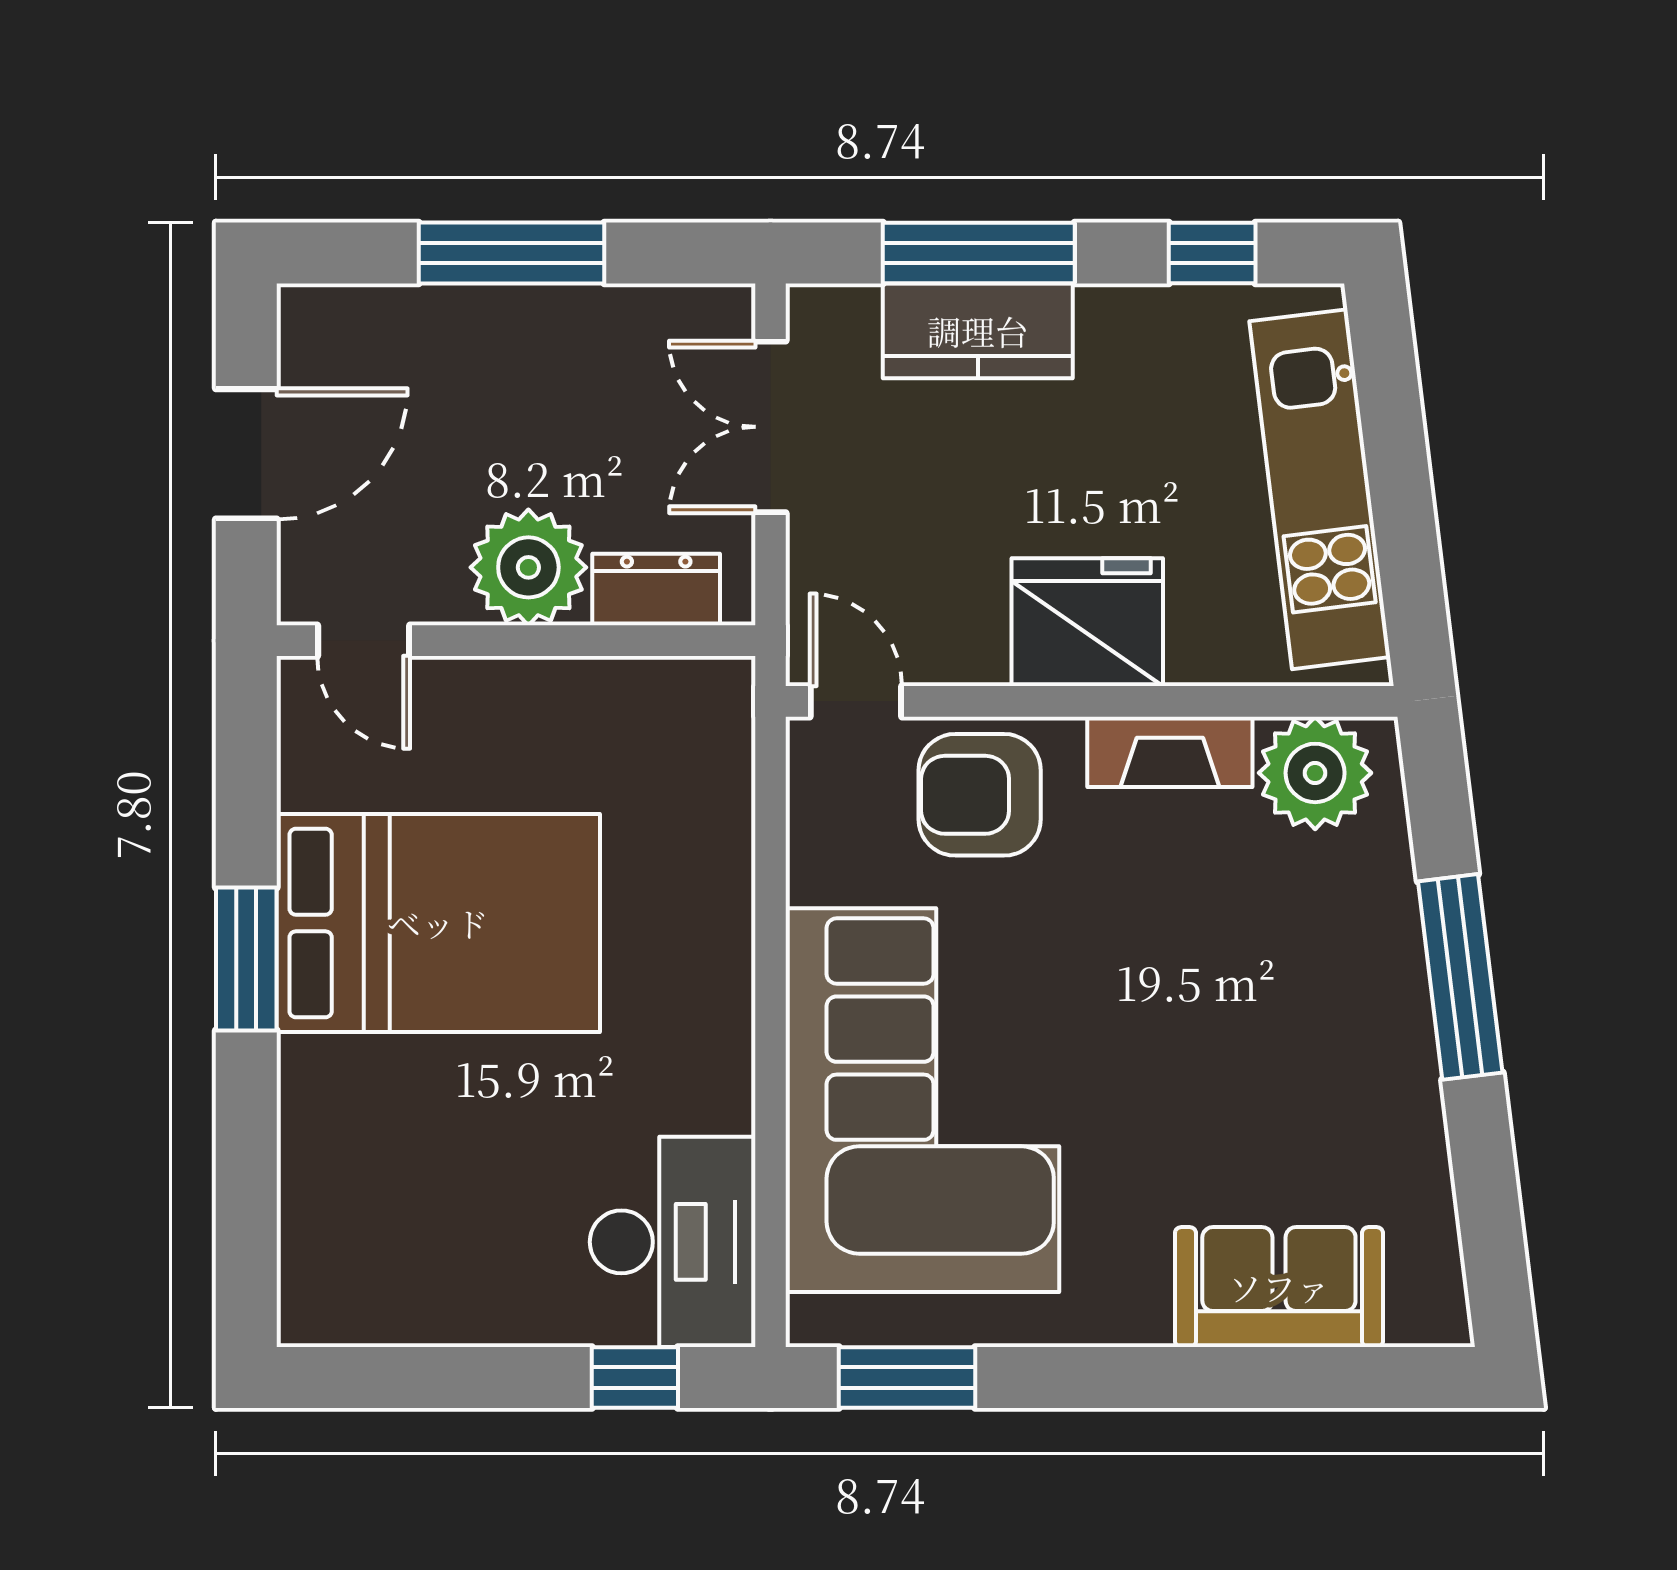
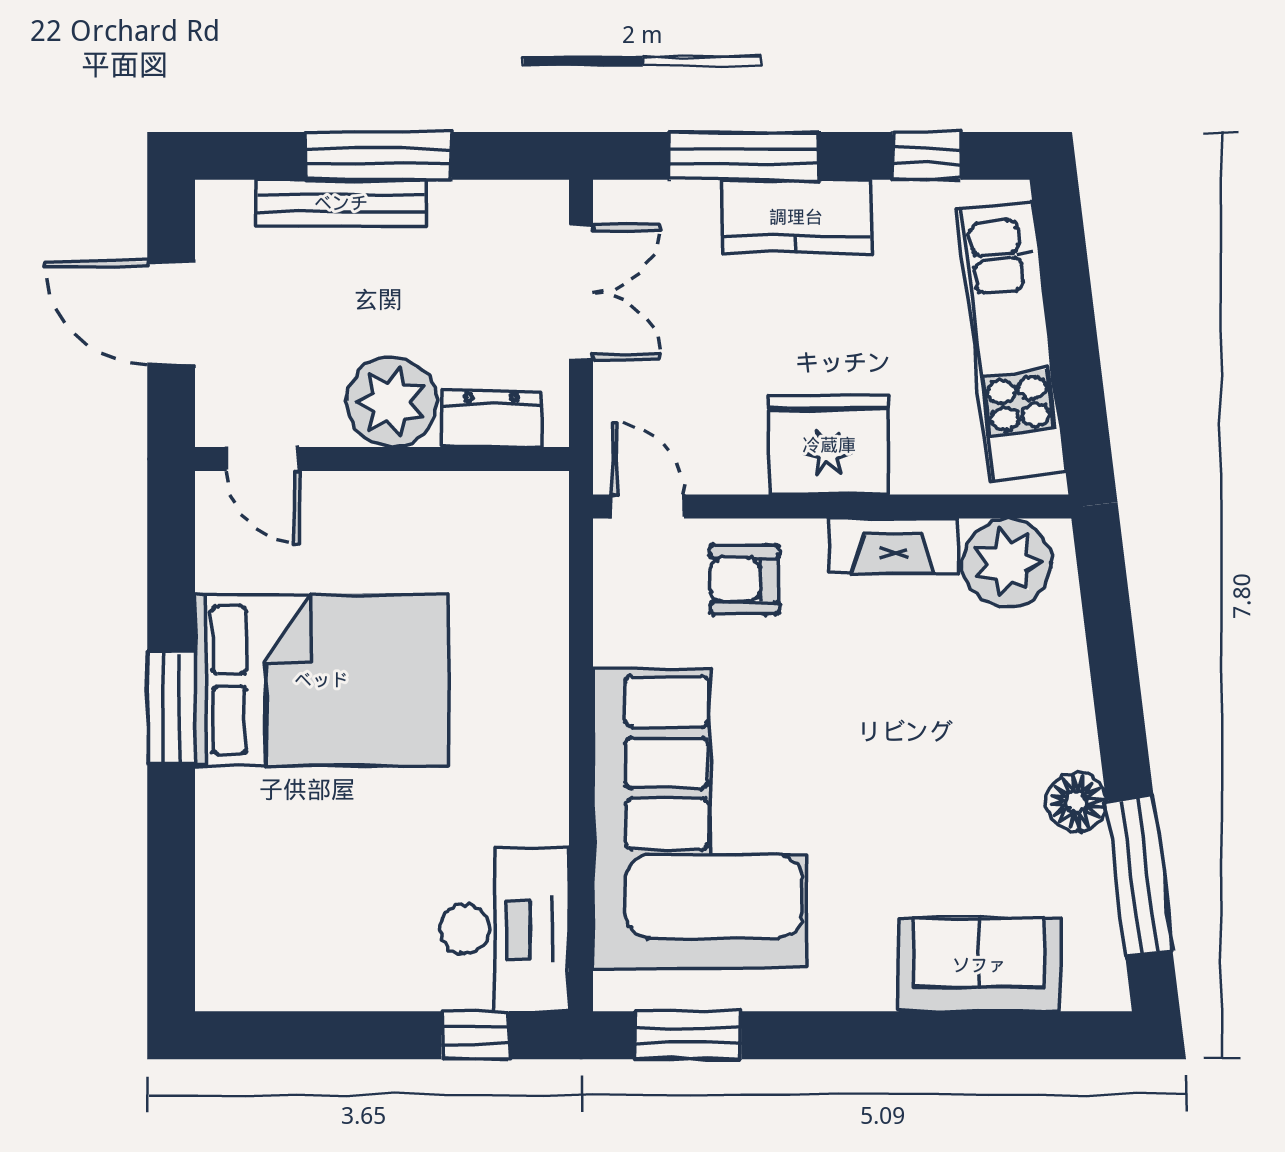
bench: (463, 314) -> (341, 203), added
kitchen counter: (978, 331) -> (796, 217), moved
double door: (771, 427) -> (581, 292), swing flipped
door: (246, 454) -> (171, 313), swing flipped
armchair: (980, 795) -> (745, 580), width x0.72, depth x0.72
window: (1460, 977) -> (1139, 876), moved
floor lamp: (1404, 1079) -> (1076, 802), added

